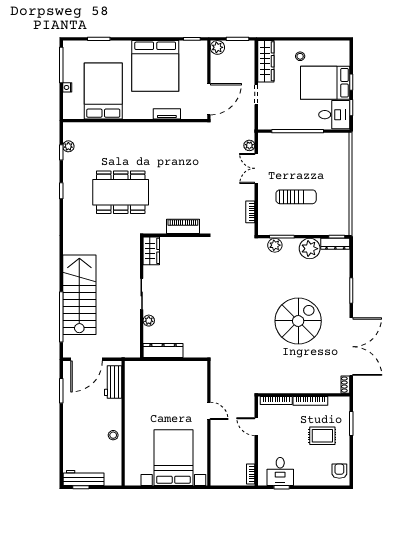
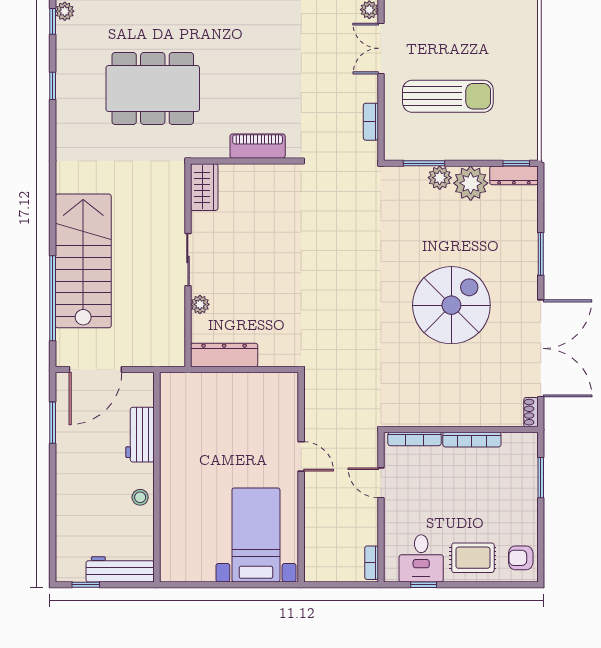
sun lounger: (296, 197) -> (448, 96), width x1.36, depth x1.34
plant: (275, 245) -> (440, 178), moved
workbench: (113, 382) -> (140, 435), moved
rug: (322, 436) -> (473, 558), moved
bed with nightstands: (173, 458) -> (256, 535), width x0.73
armchair: (339, 471) -> (521, 558), turned -90
workbench: (84, 478) -> (120, 569), moved

